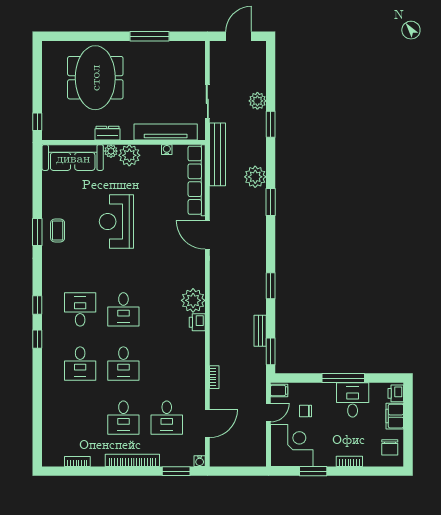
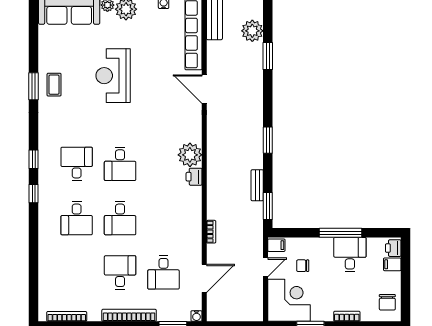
filing cabinet: (395, 416) -> (392, 264), width x0.50
desk: (123, 418) -> (120, 272), turned 180
bookcase: (77, 461) -> (67, 316), width x1.56

